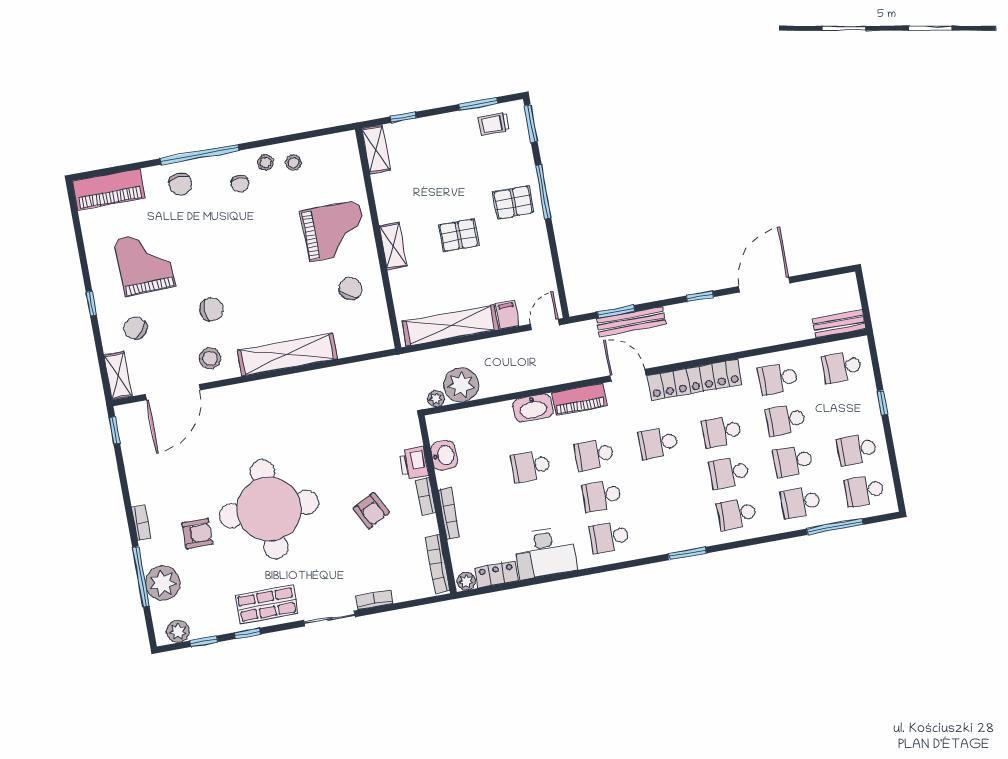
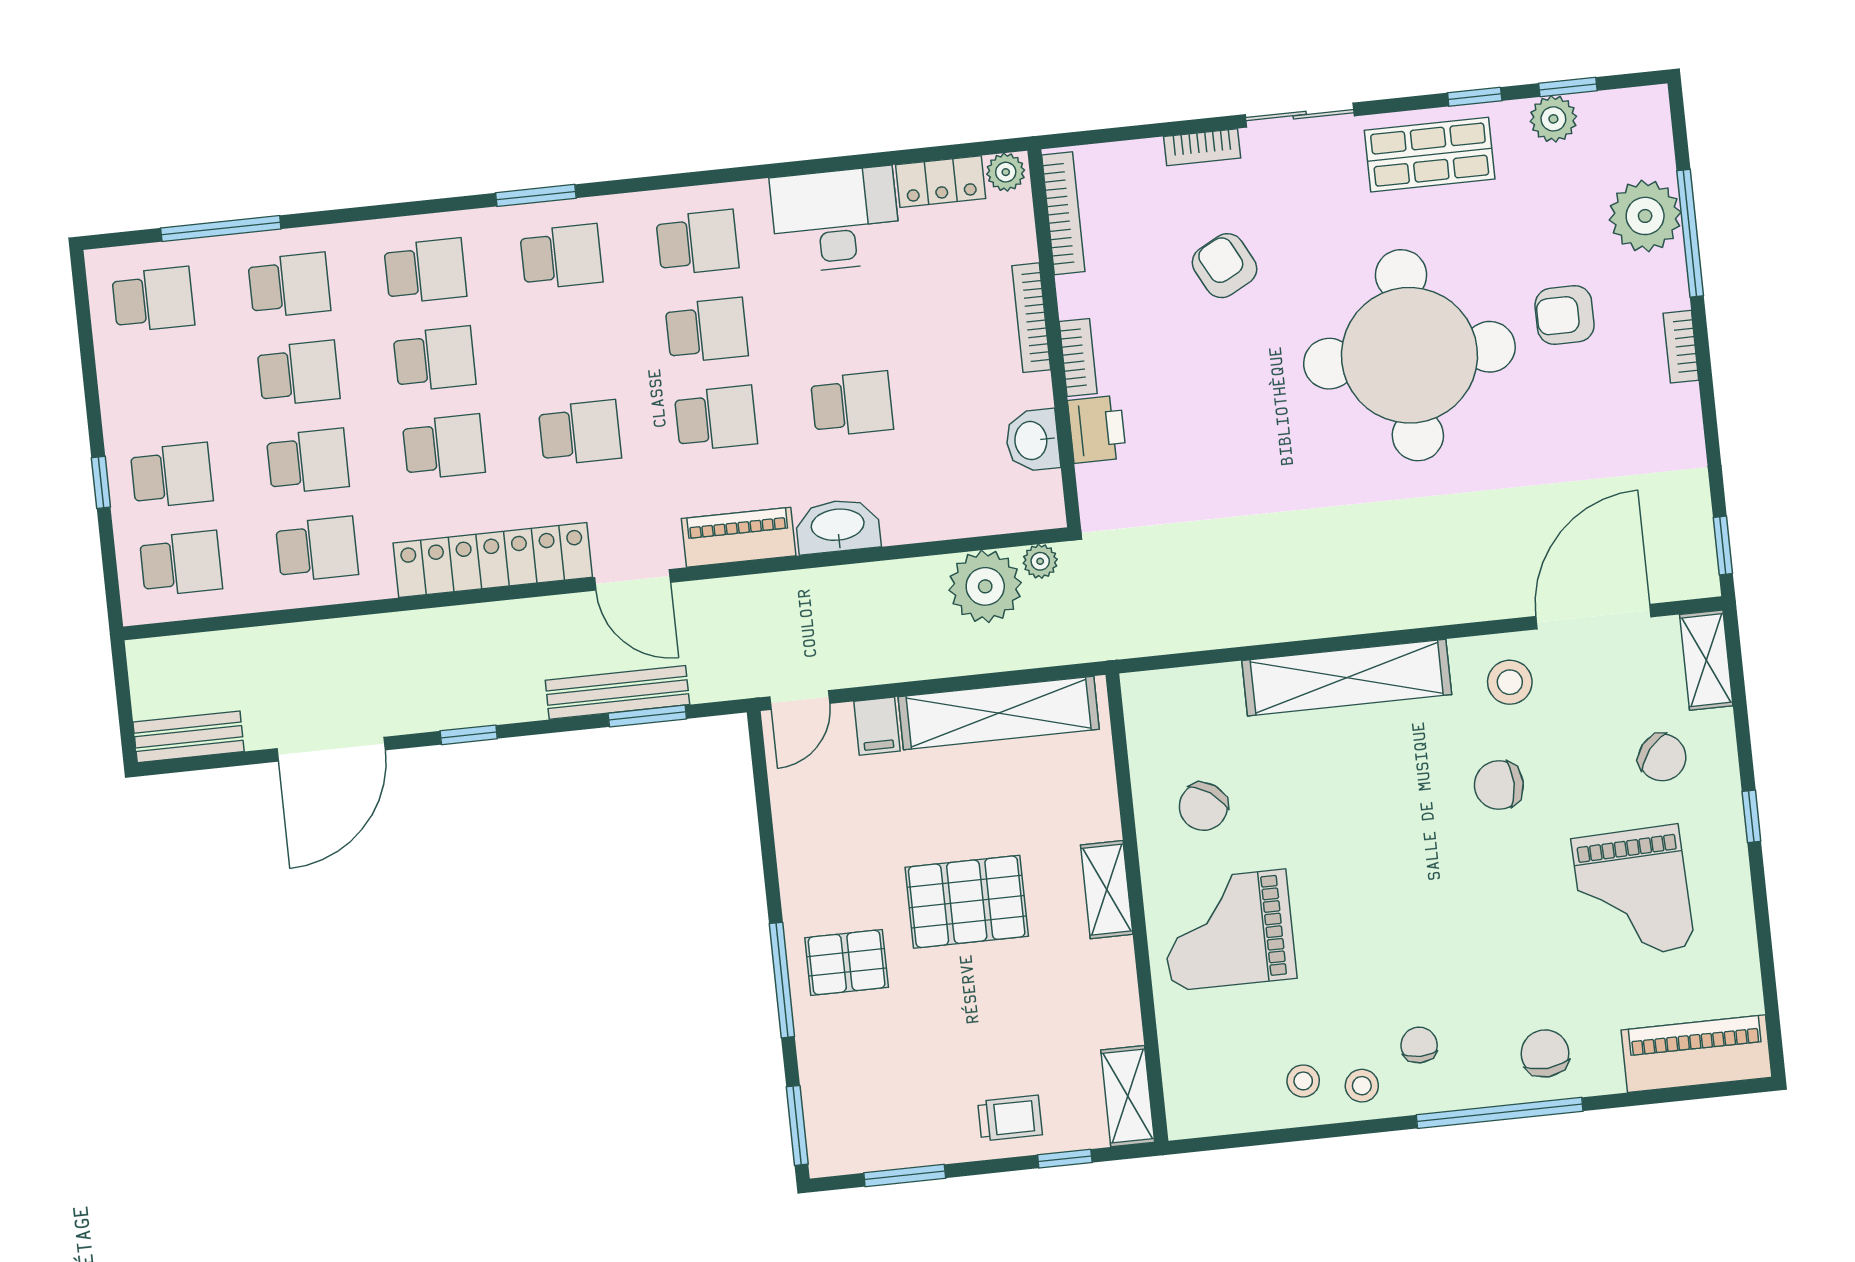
trolley: (494, 124) -> (1010, 1118), moved
pallet: (459, 235) -> (967, 902), width x1.50, depth x1.42
bench: (839, 324) -> (189, 737), moved
school desk: (857, 450) -> (172, 475), moved
armchair: (371, 511) -> (1225, 266), moved
school desk: (673, 525) -> (561, 257), added
plant: (178, 631) -> (1553, 119), moved

